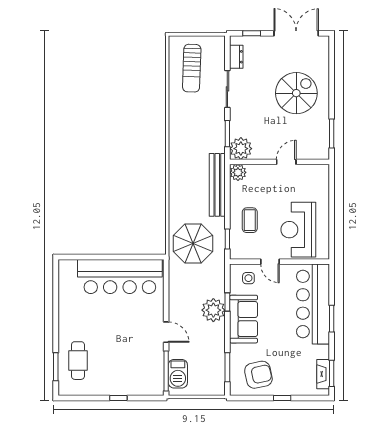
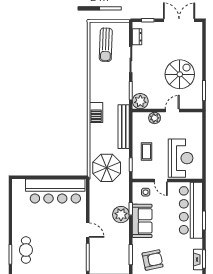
spiral stairs: (296, 93) -> (180, 74), moved
plant: (238, 172) -> (155, 118), moved
reception desk: (298, 230) -> (181, 158), turned 180
barbecue: (178, 374) -> (96, 113), moved

